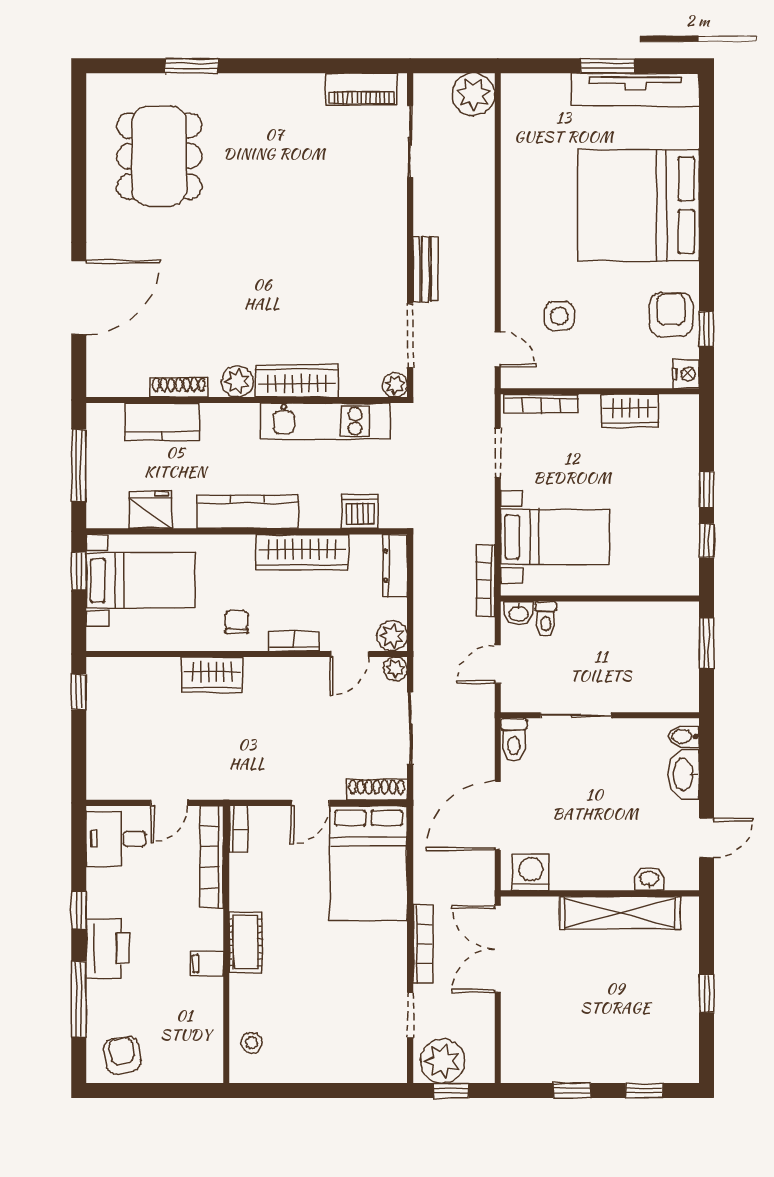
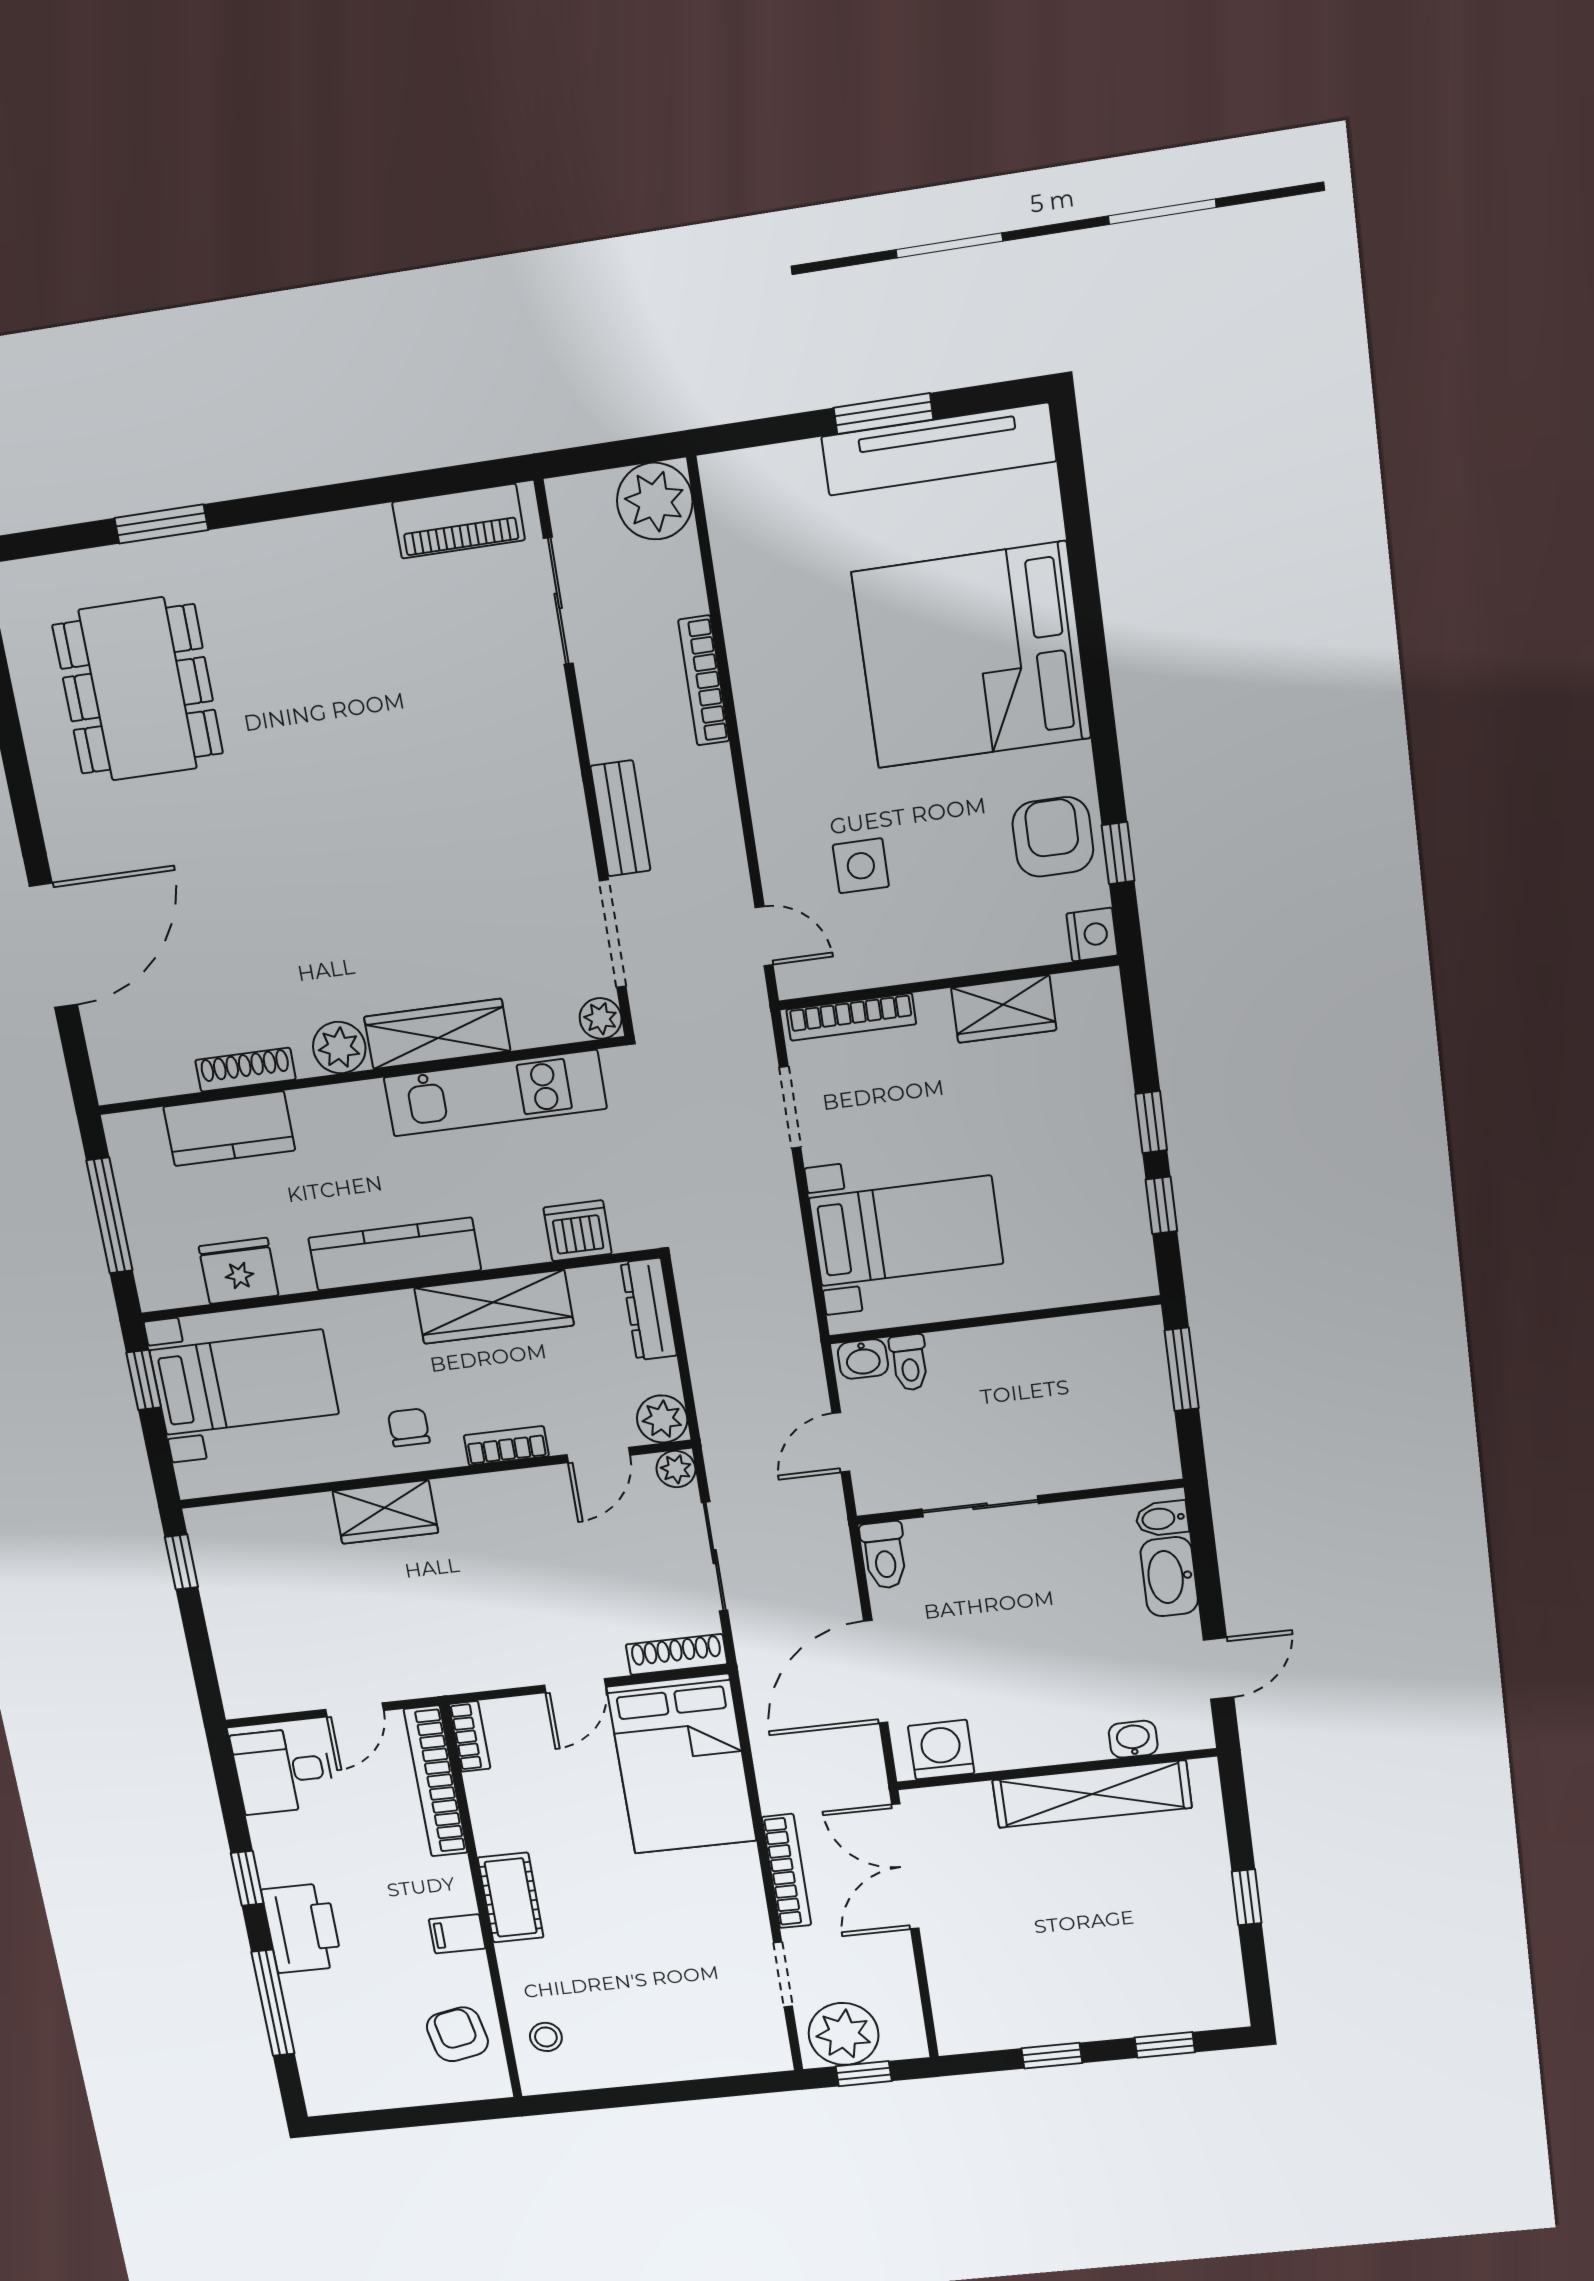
bookcase: (486, 580) -> (704, 681), moved
armchair: (122, 1055) -> (457, 2034), moved

